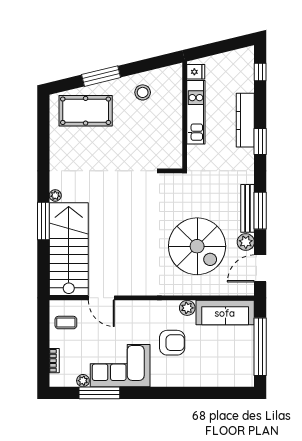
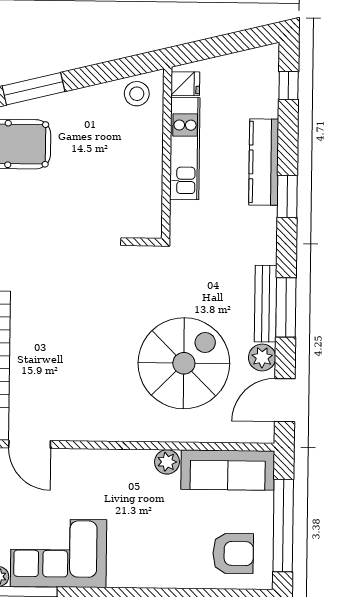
stool: (143, 92) -> (137, 94), moved
spiral stairs: (197, 246) -> (184, 363), turned -90
armchair: (172, 343) -> (233, 553), moved

